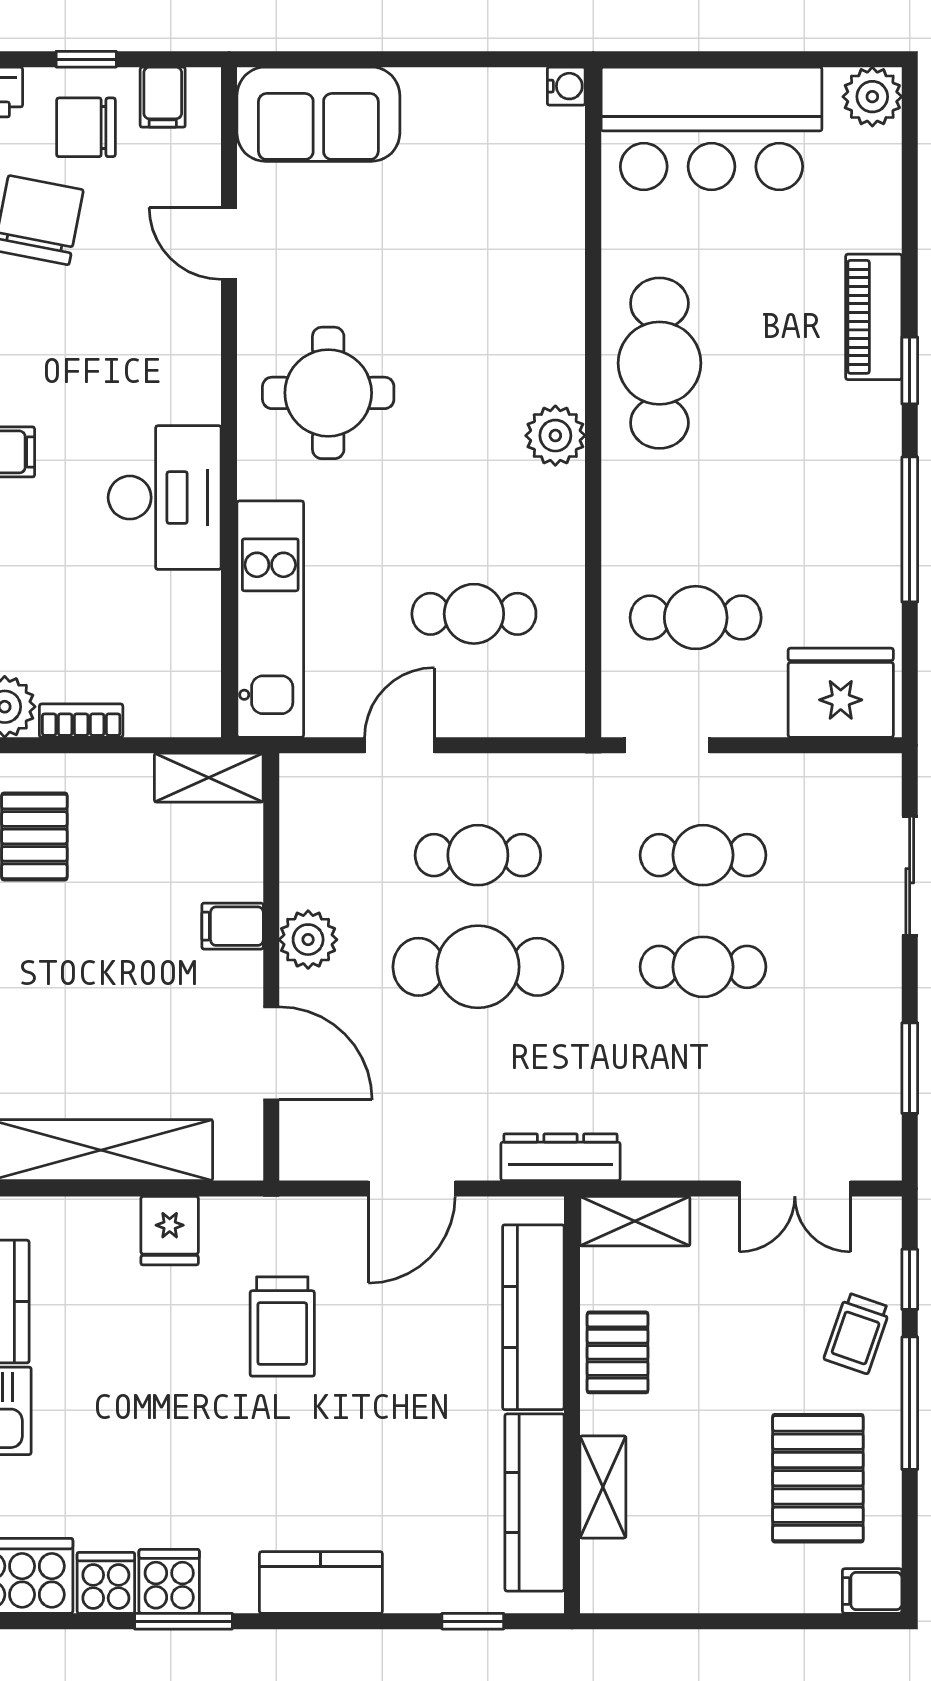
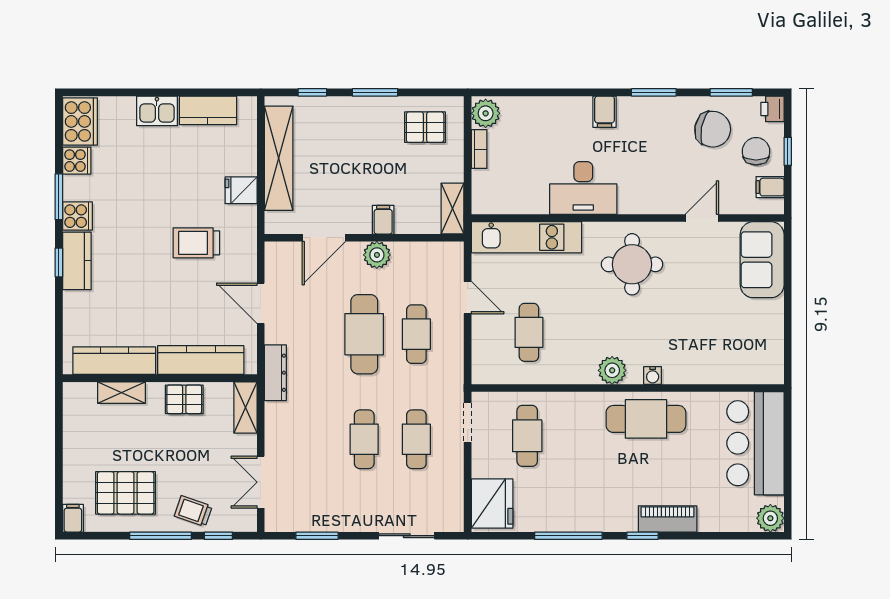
water cooler: (566, 86) -> (653, 375), moved
cooker: (169, 1581) -> (77, 216), moved
window: (473, 1621) -> (59, 262), moved

